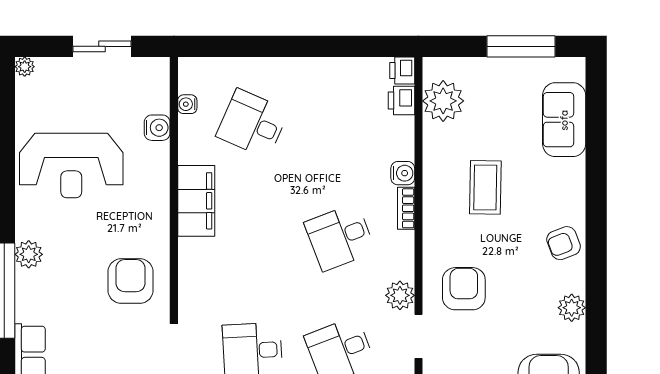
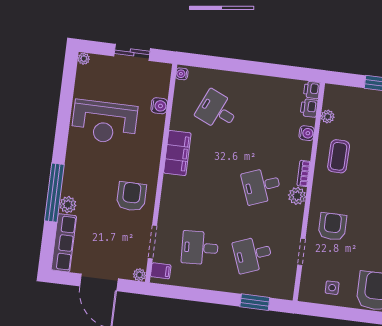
plant: (443, 101) -> (328, 117), width x0.53, depth x0.53
water cooler: (187, 104) -> (182, 74), moved
water cooler: (403, 173) -> (307, 133), moved
coffee table: (485, 187) -> (339, 156), moved
plant: (29, 254) -> (68, 205), moved
plant: (400, 295) -> (297, 196), moved

